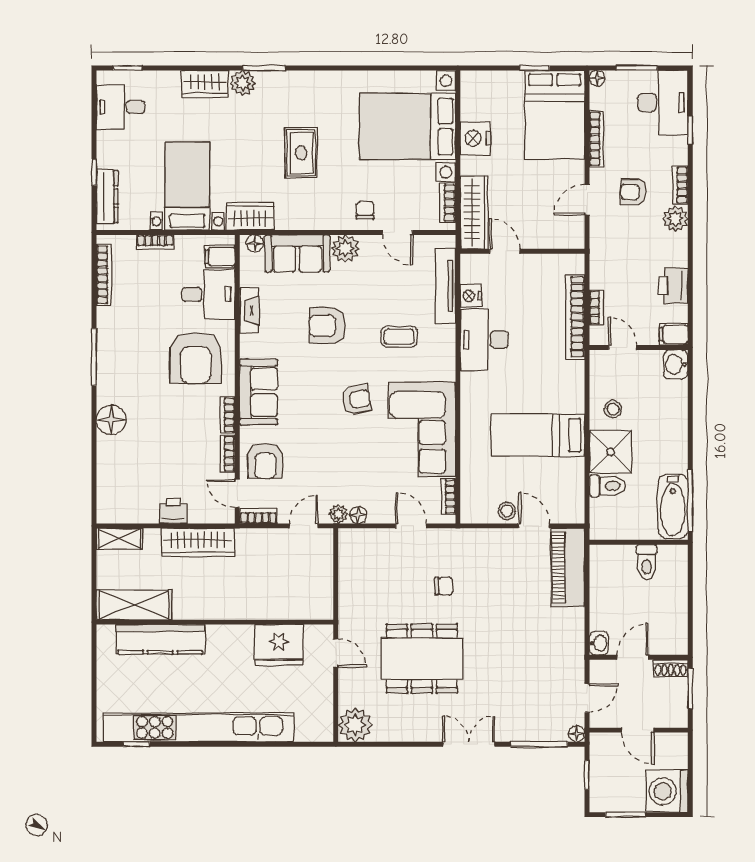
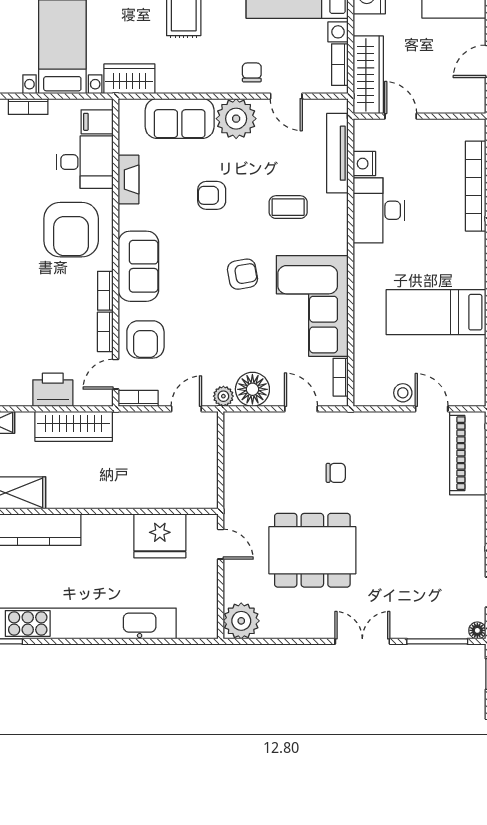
floor lamp: (255, 243) -> (134, 108), removed
plant: (345, 249) -> (236, 119), width x1.36, depth x1.36
armchair: (327, 326) -> (212, 195), width x0.72, depth x0.72
door: (237, 493) -> (116, 374), hinge flipped
printer: (173, 511) -> (53, 390), width x1.36, depth x1.24
floor lamp: (358, 515) -> (252, 389), width x1.89, depth x1.89

